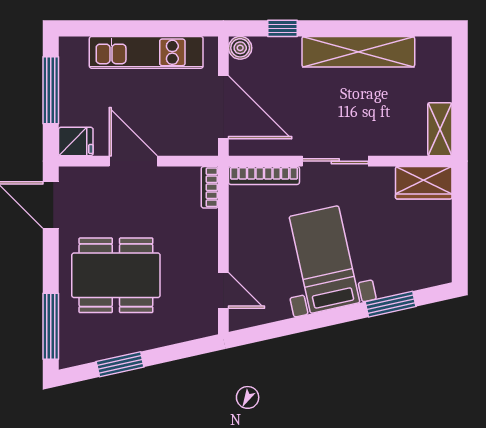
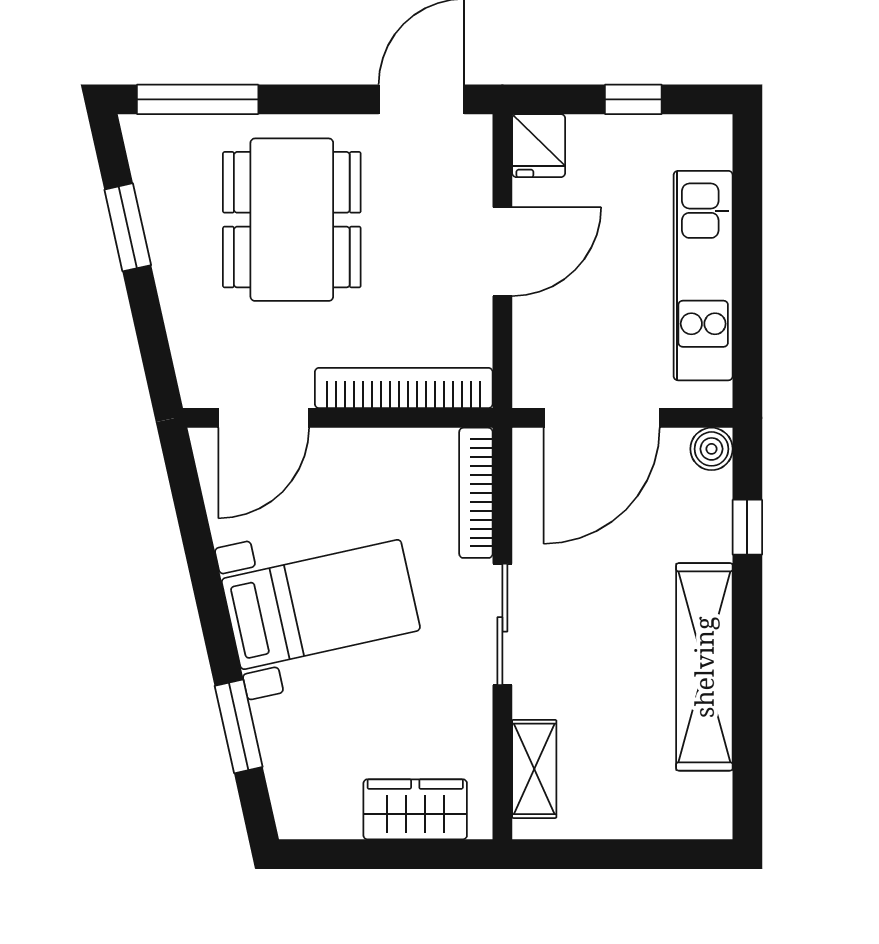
window: (51, 90) -> (633, 99), width x0.46
shelving: (440, 129) -> (534, 769), moved, turned 90
wardrobe: (424, 183) -> (415, 809), moved, turned 90
bookcase: (210, 187) -> (404, 388), width x2.31, depth x1.31
door: (223, 290) -> (264, 418), width x1.38

